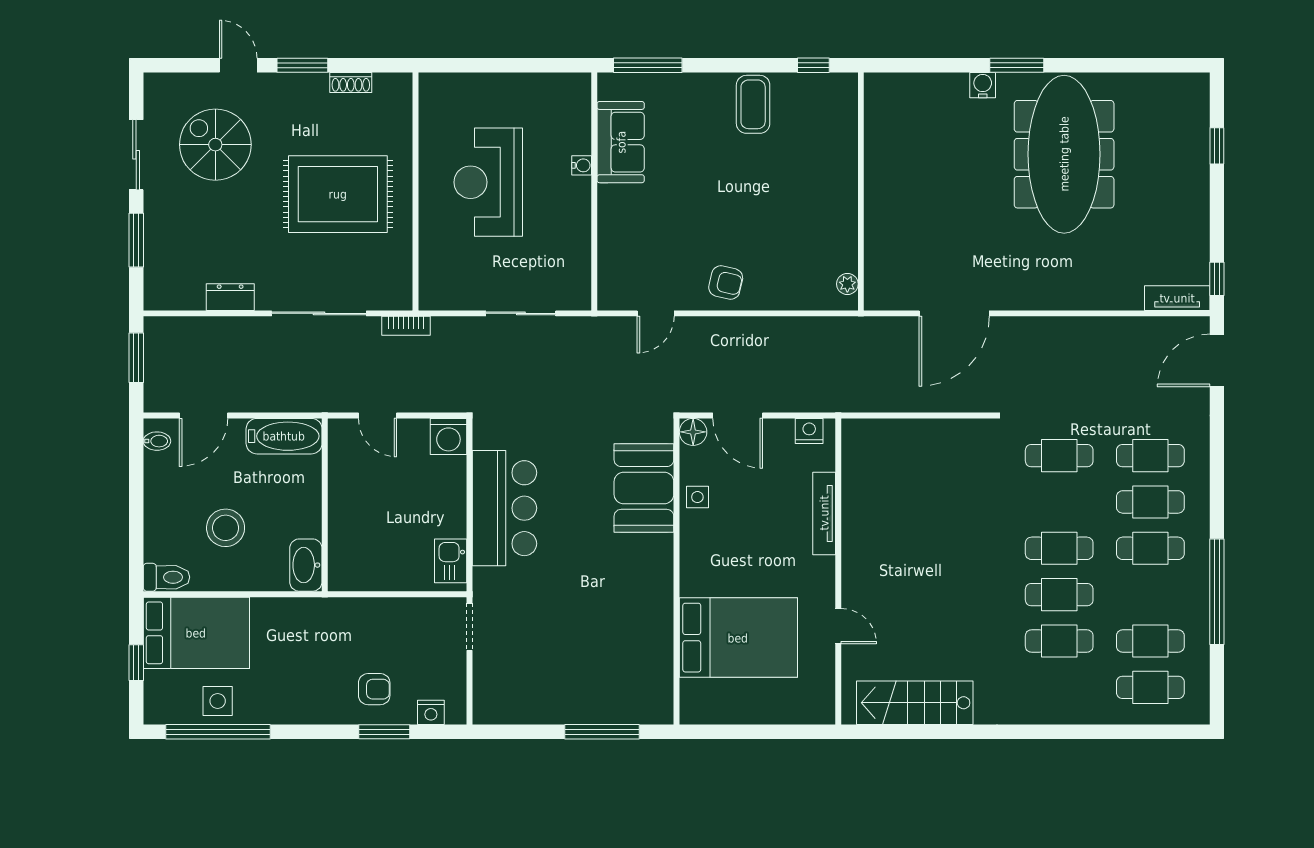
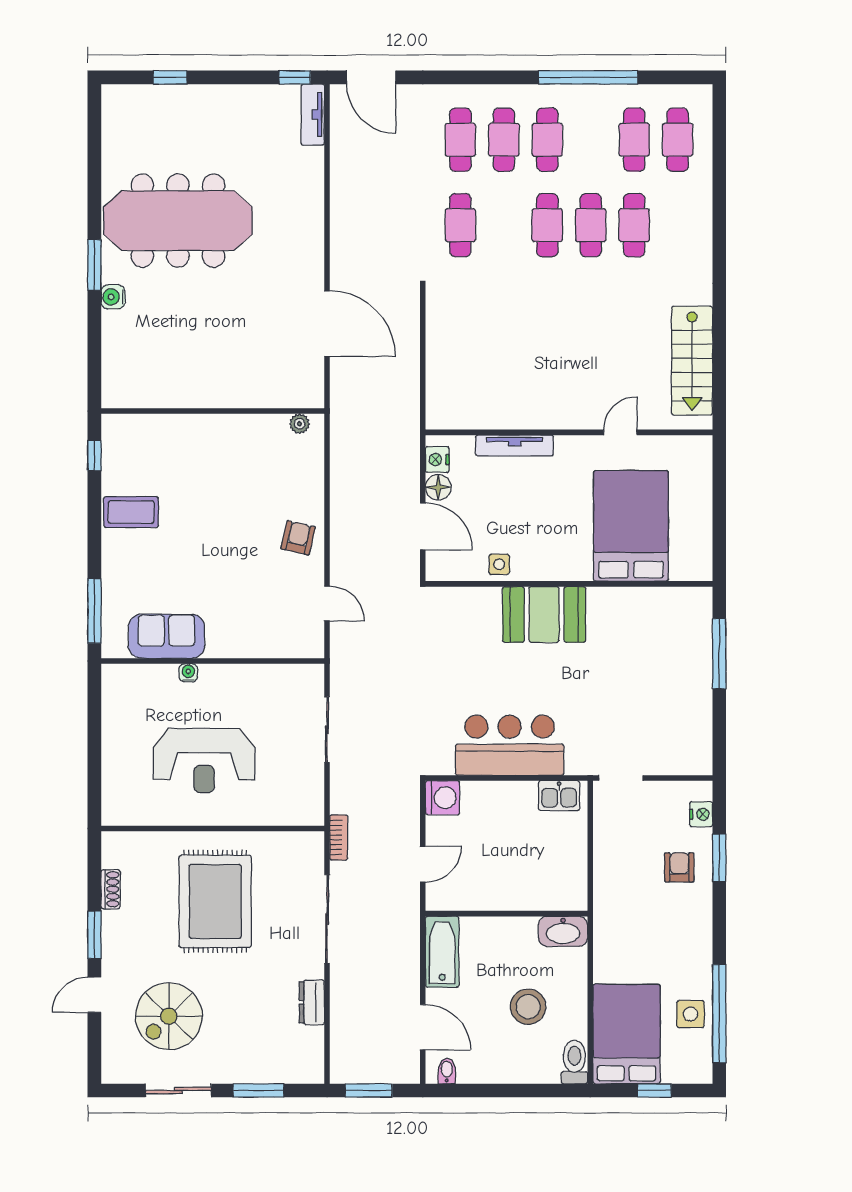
door: (738, 415) -> (423, 527), hinge flipped
floor lamp: (693, 432) -> (438, 487), moved
booth: (644, 488) -> (544, 614), moved

